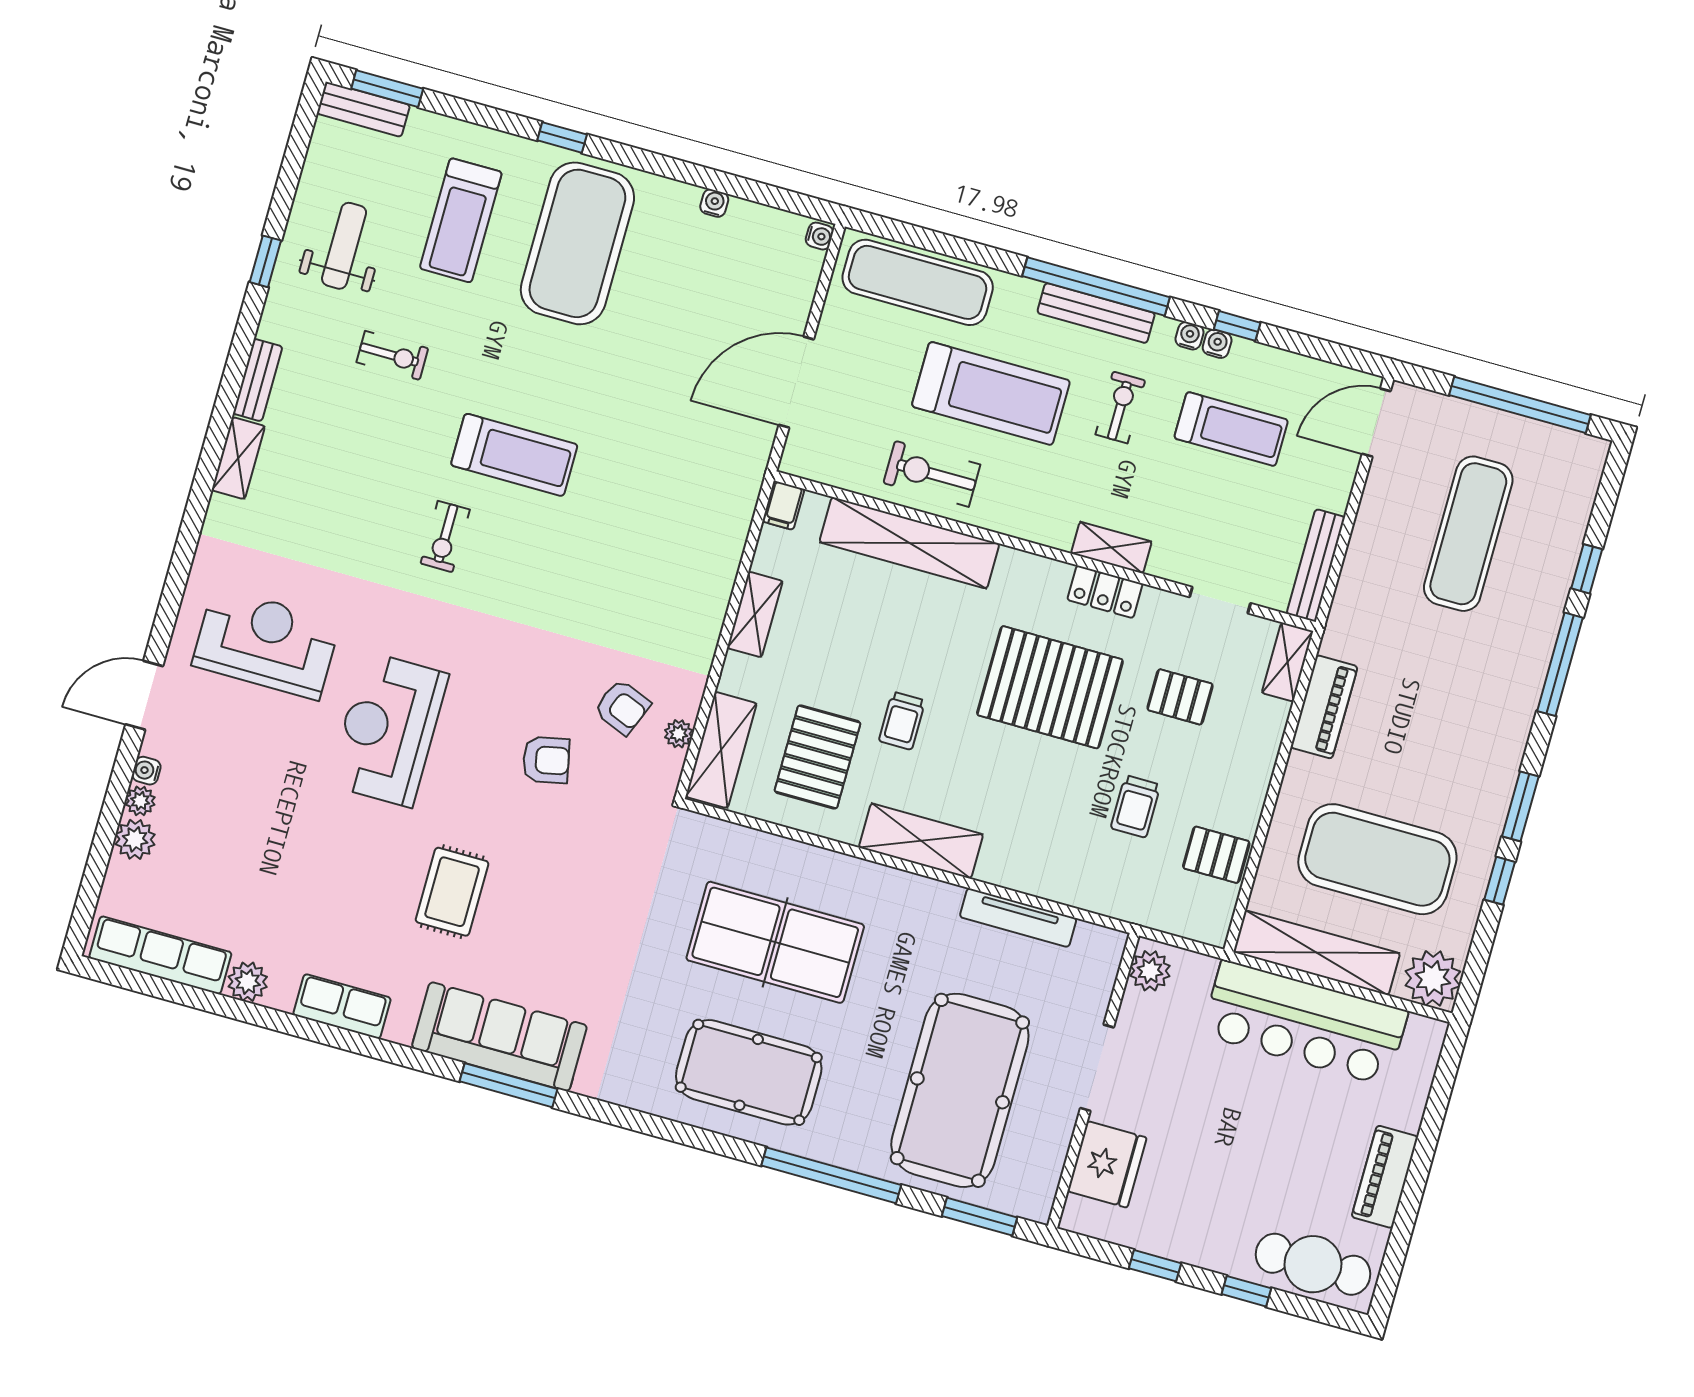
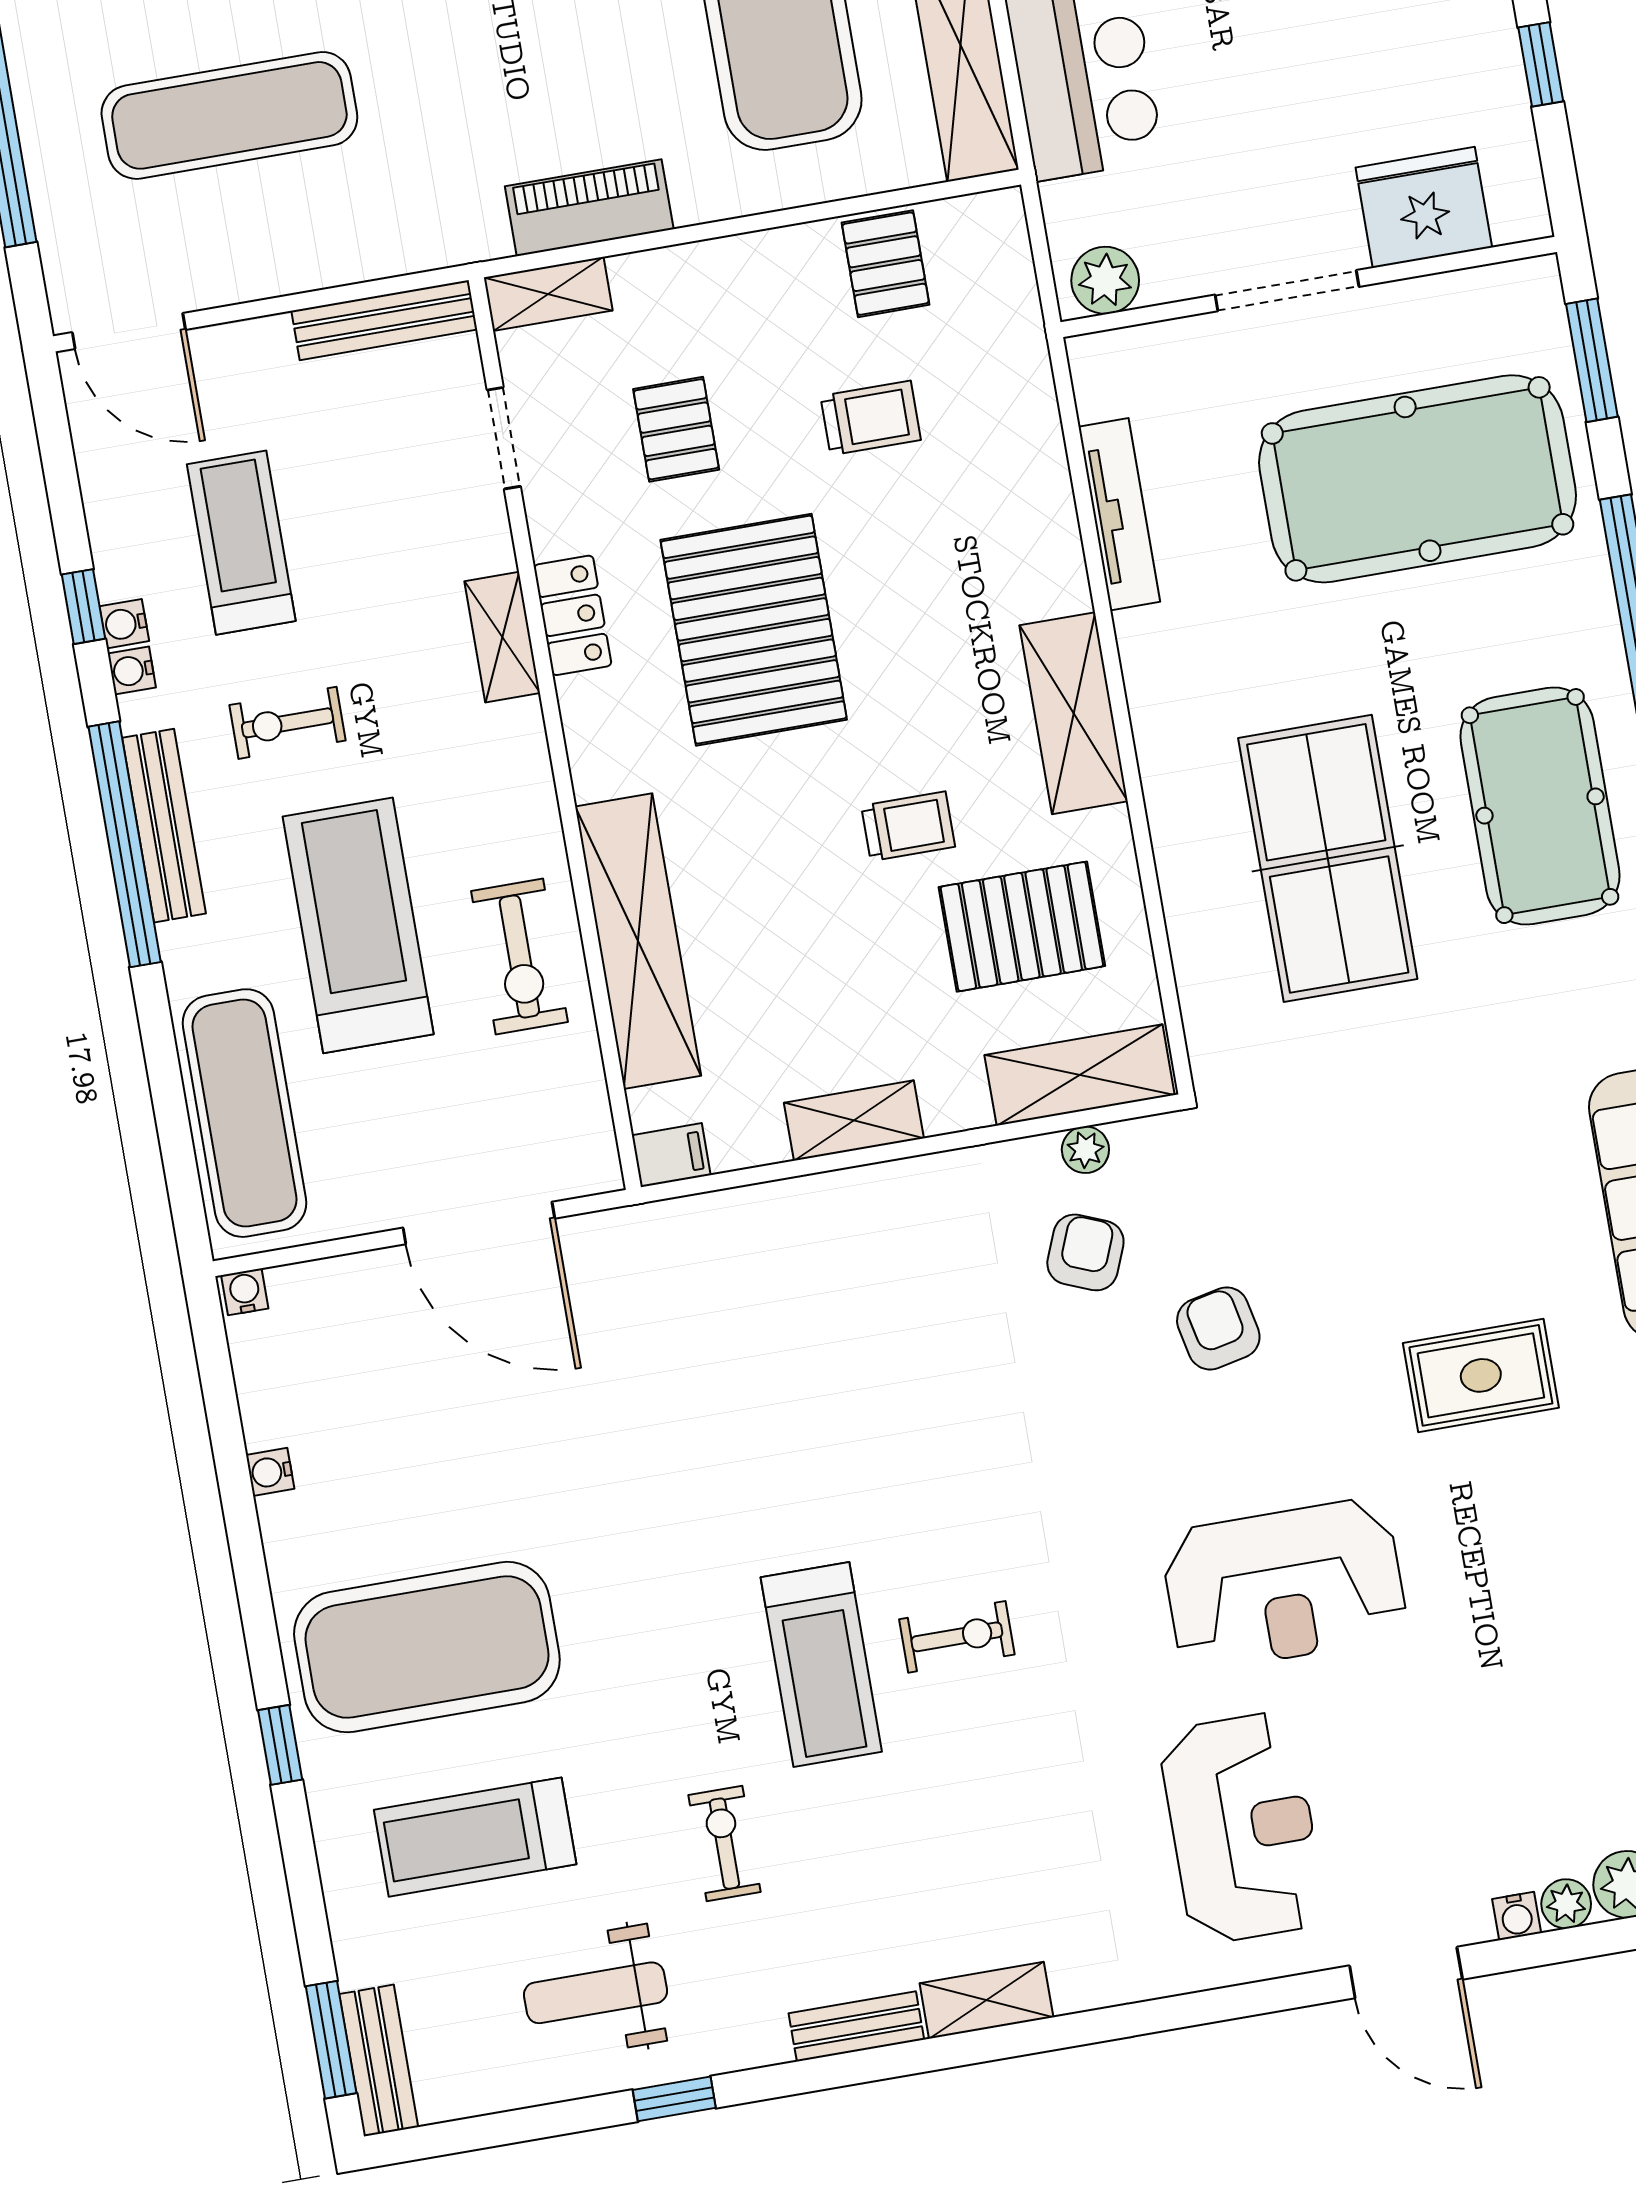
treadmill: (461, 220) -> (475, 1837), turned 180
treadmill: (514, 455) -> (821, 1665), moved, turned 180
reception desk: (266, 643) -> (1242, 1828), turned 180

